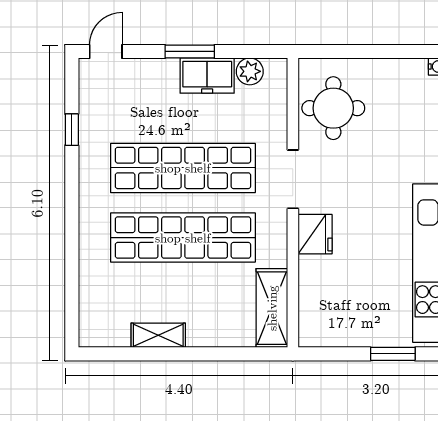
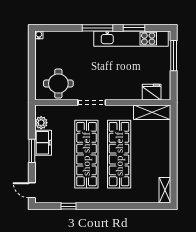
fridge: (315, 234) -> (152, 92), moved
shelving: (158, 335) -> (165, 190), moved
window: (393, 354) -> (174, 56), width x1.44

